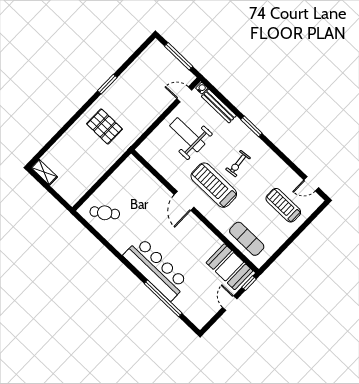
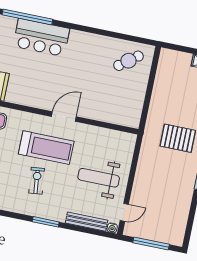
weight bench: (187, 135) -> (99, 178), turned 180
door: (184, 201) -> (64, 117), hinge flipped
bar counter: (156, 269) -> (41, 37), width x0.73

